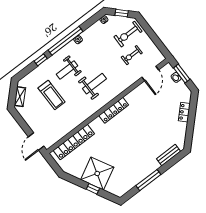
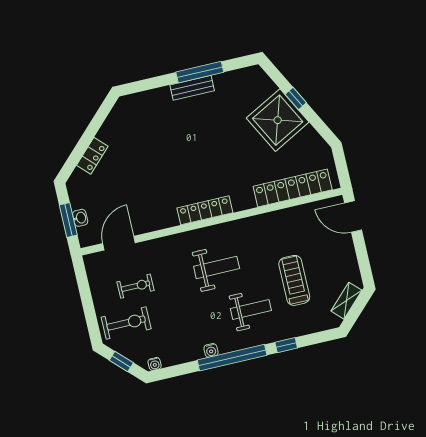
weight bench: (94, 84) -> (217, 267), turned 180
door: (36, 141) -> (353, 217), swing flipped
bench: (169, 155) -> (192, 88), moved

